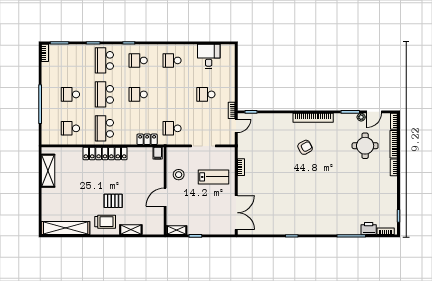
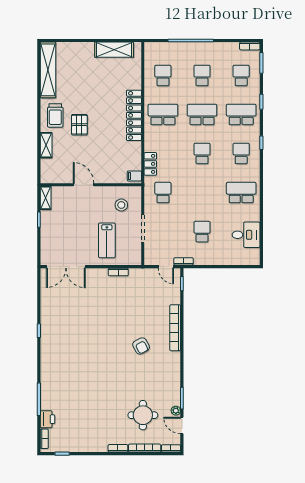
school desk: (70, 60) -> (241, 75), added
school desk: (172, 60) -> (241, 193), width x1.85
bookcase: (313, 118) -> (175, 328), moved
stool: (179, 175) -> (121, 205), moved

